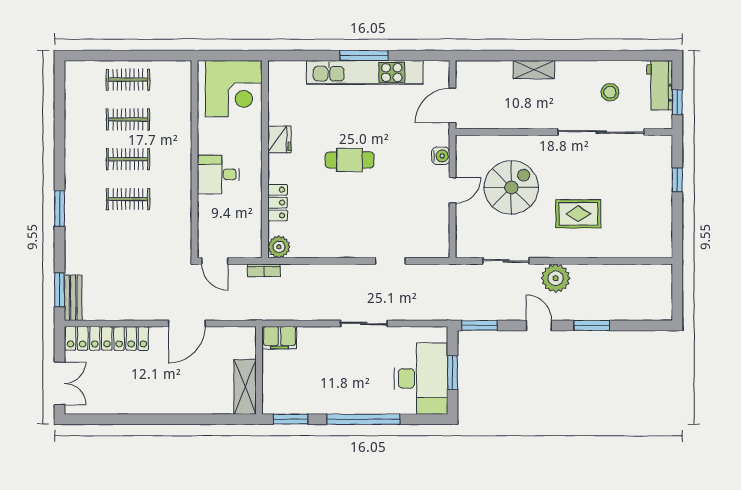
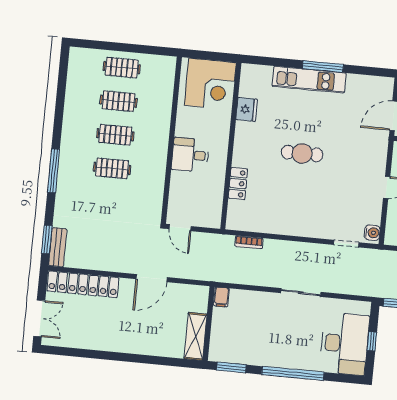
kitchen unit: (365, 73) -> (309, 80), width x0.73
fridge: (279, 139) -> (247, 109), moved
water cooler: (441, 156) -> (372, 233), moved
window: (60, 208) -> (54, 171), width x1.44
plant: (279, 247) -> (236, 221), removed
doorway: (390, 261) -> (346, 244), moved
bookcase: (264, 270) -> (249, 242), moved
filing cabinet: (279, 338) -> (221, 297), width x0.50
window: (453, 373) -> (372, 341), width x0.67

